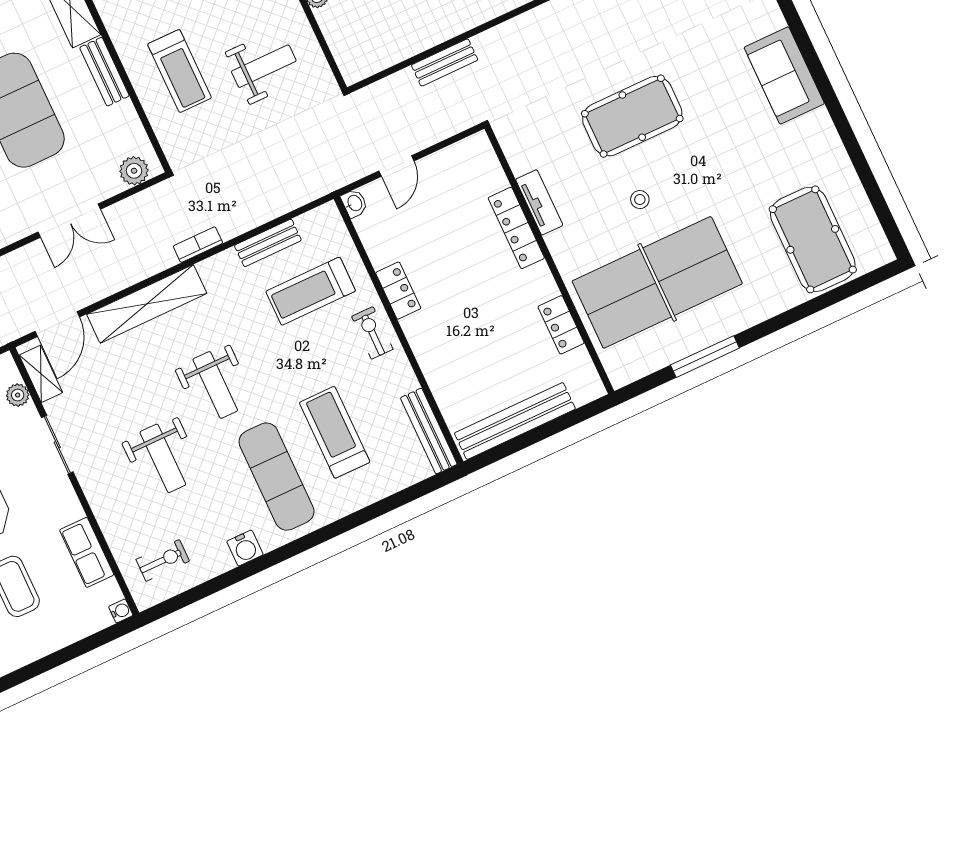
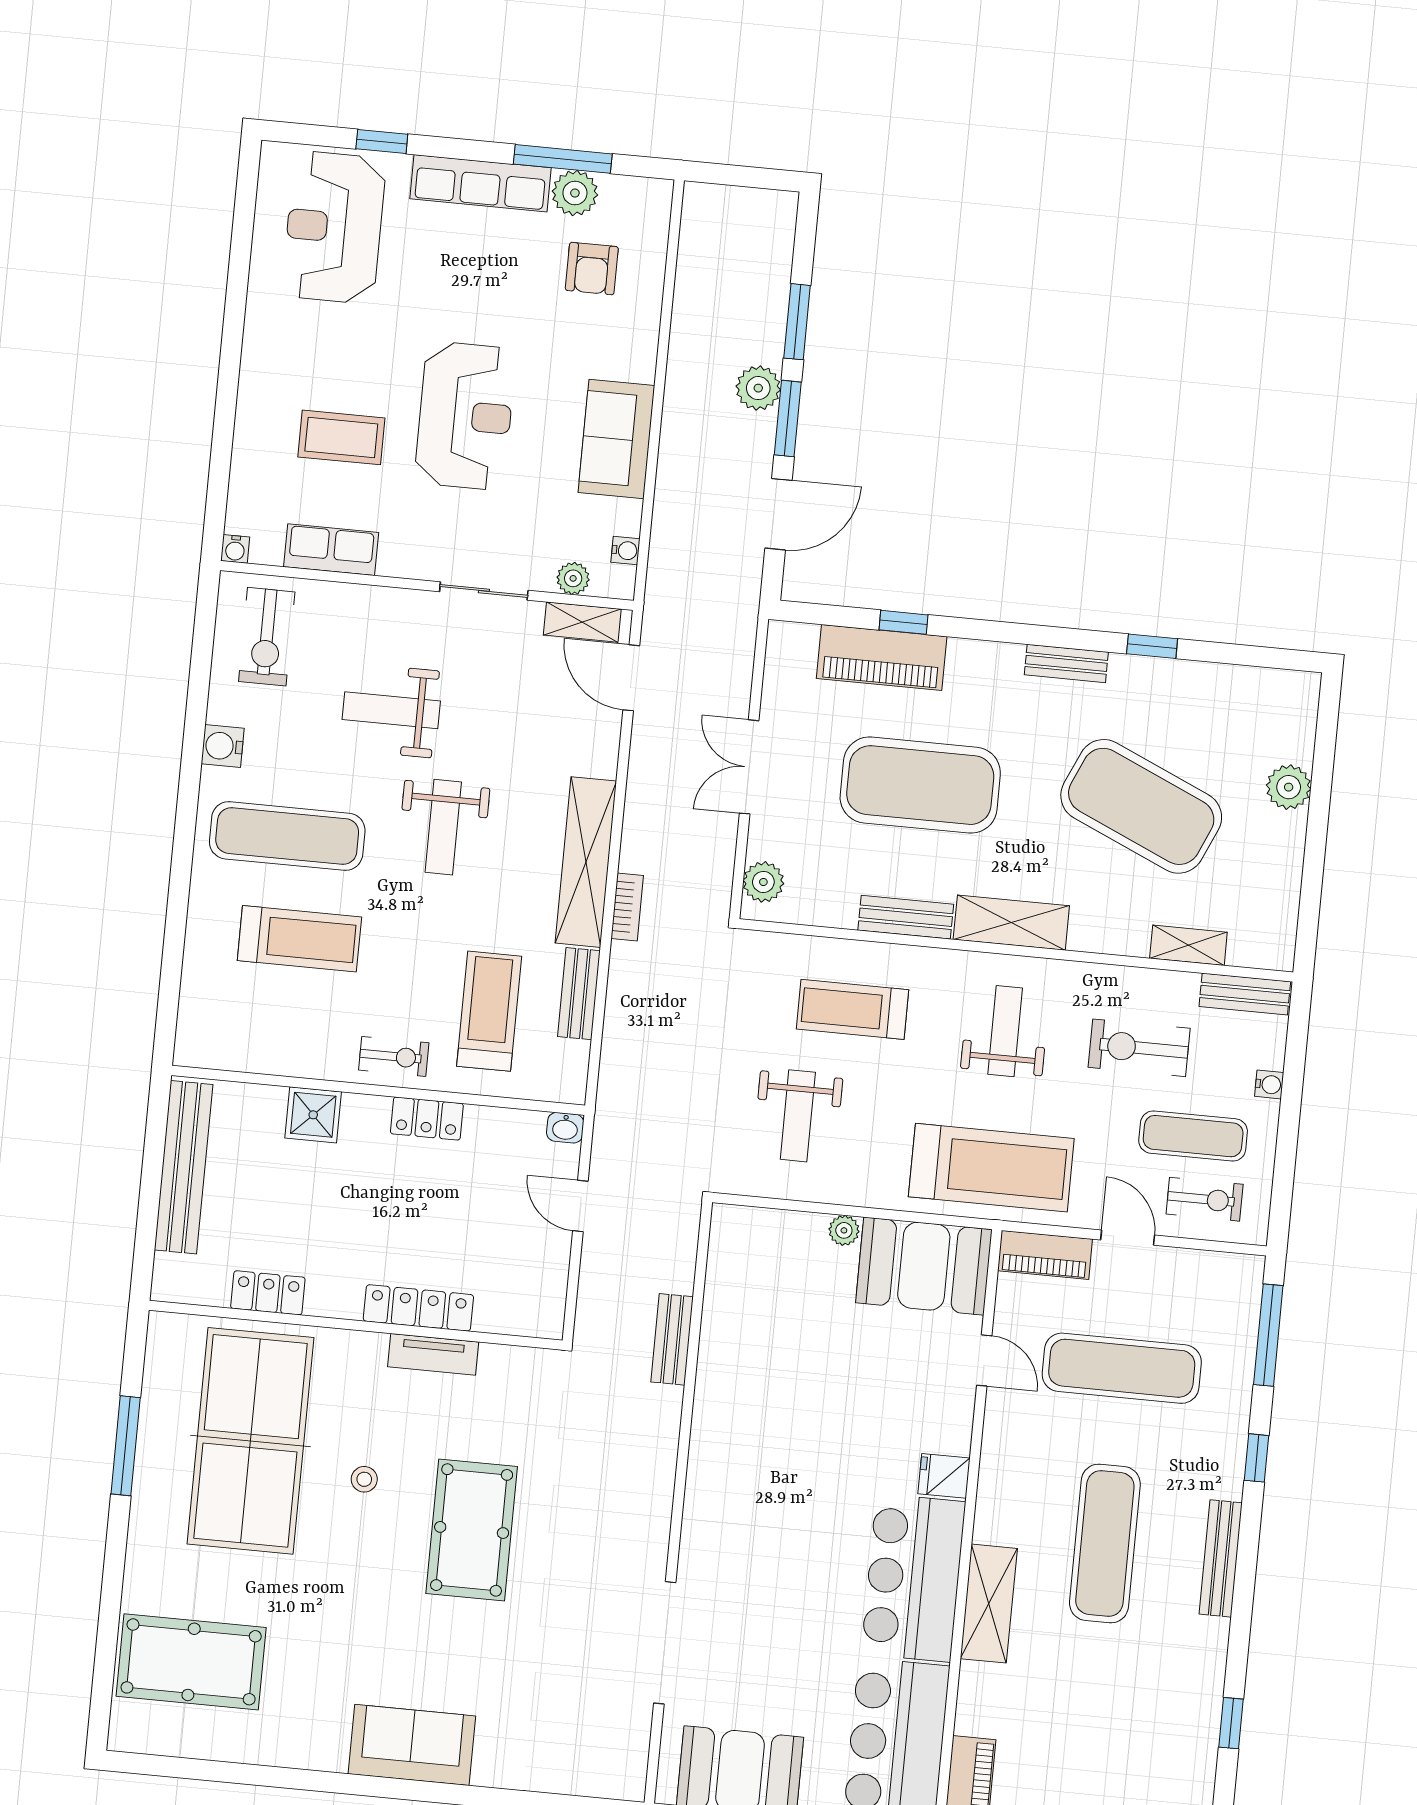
shelving: (147, 304) -> (586, 862), moved
shower: (437, 361) -> (313, 1115), added
weight bench: (215, 385) -> (443, 827), turned -90
bench: (429, 431) -> (233, 1055), removed
exercise bike: (163, 560) -> (267, 637), width x1.38, depth x1.39

